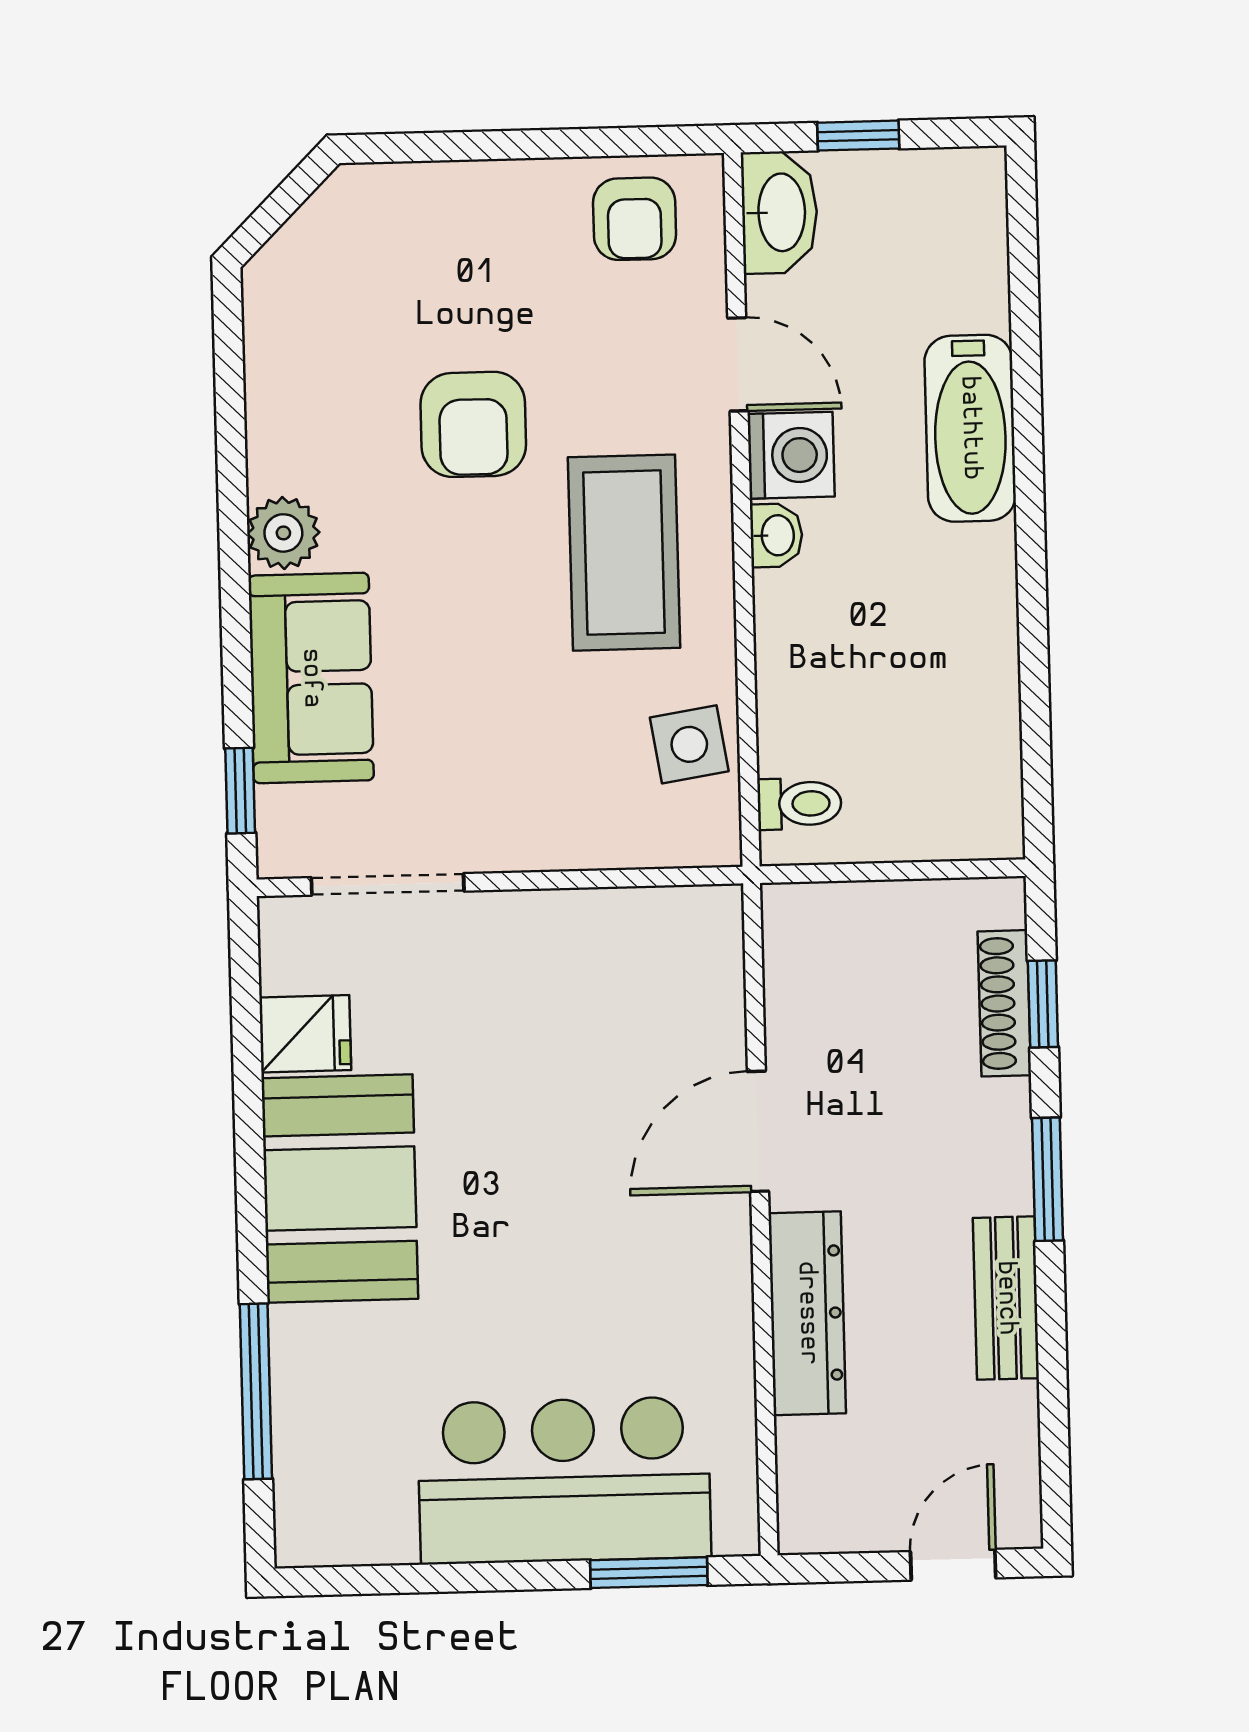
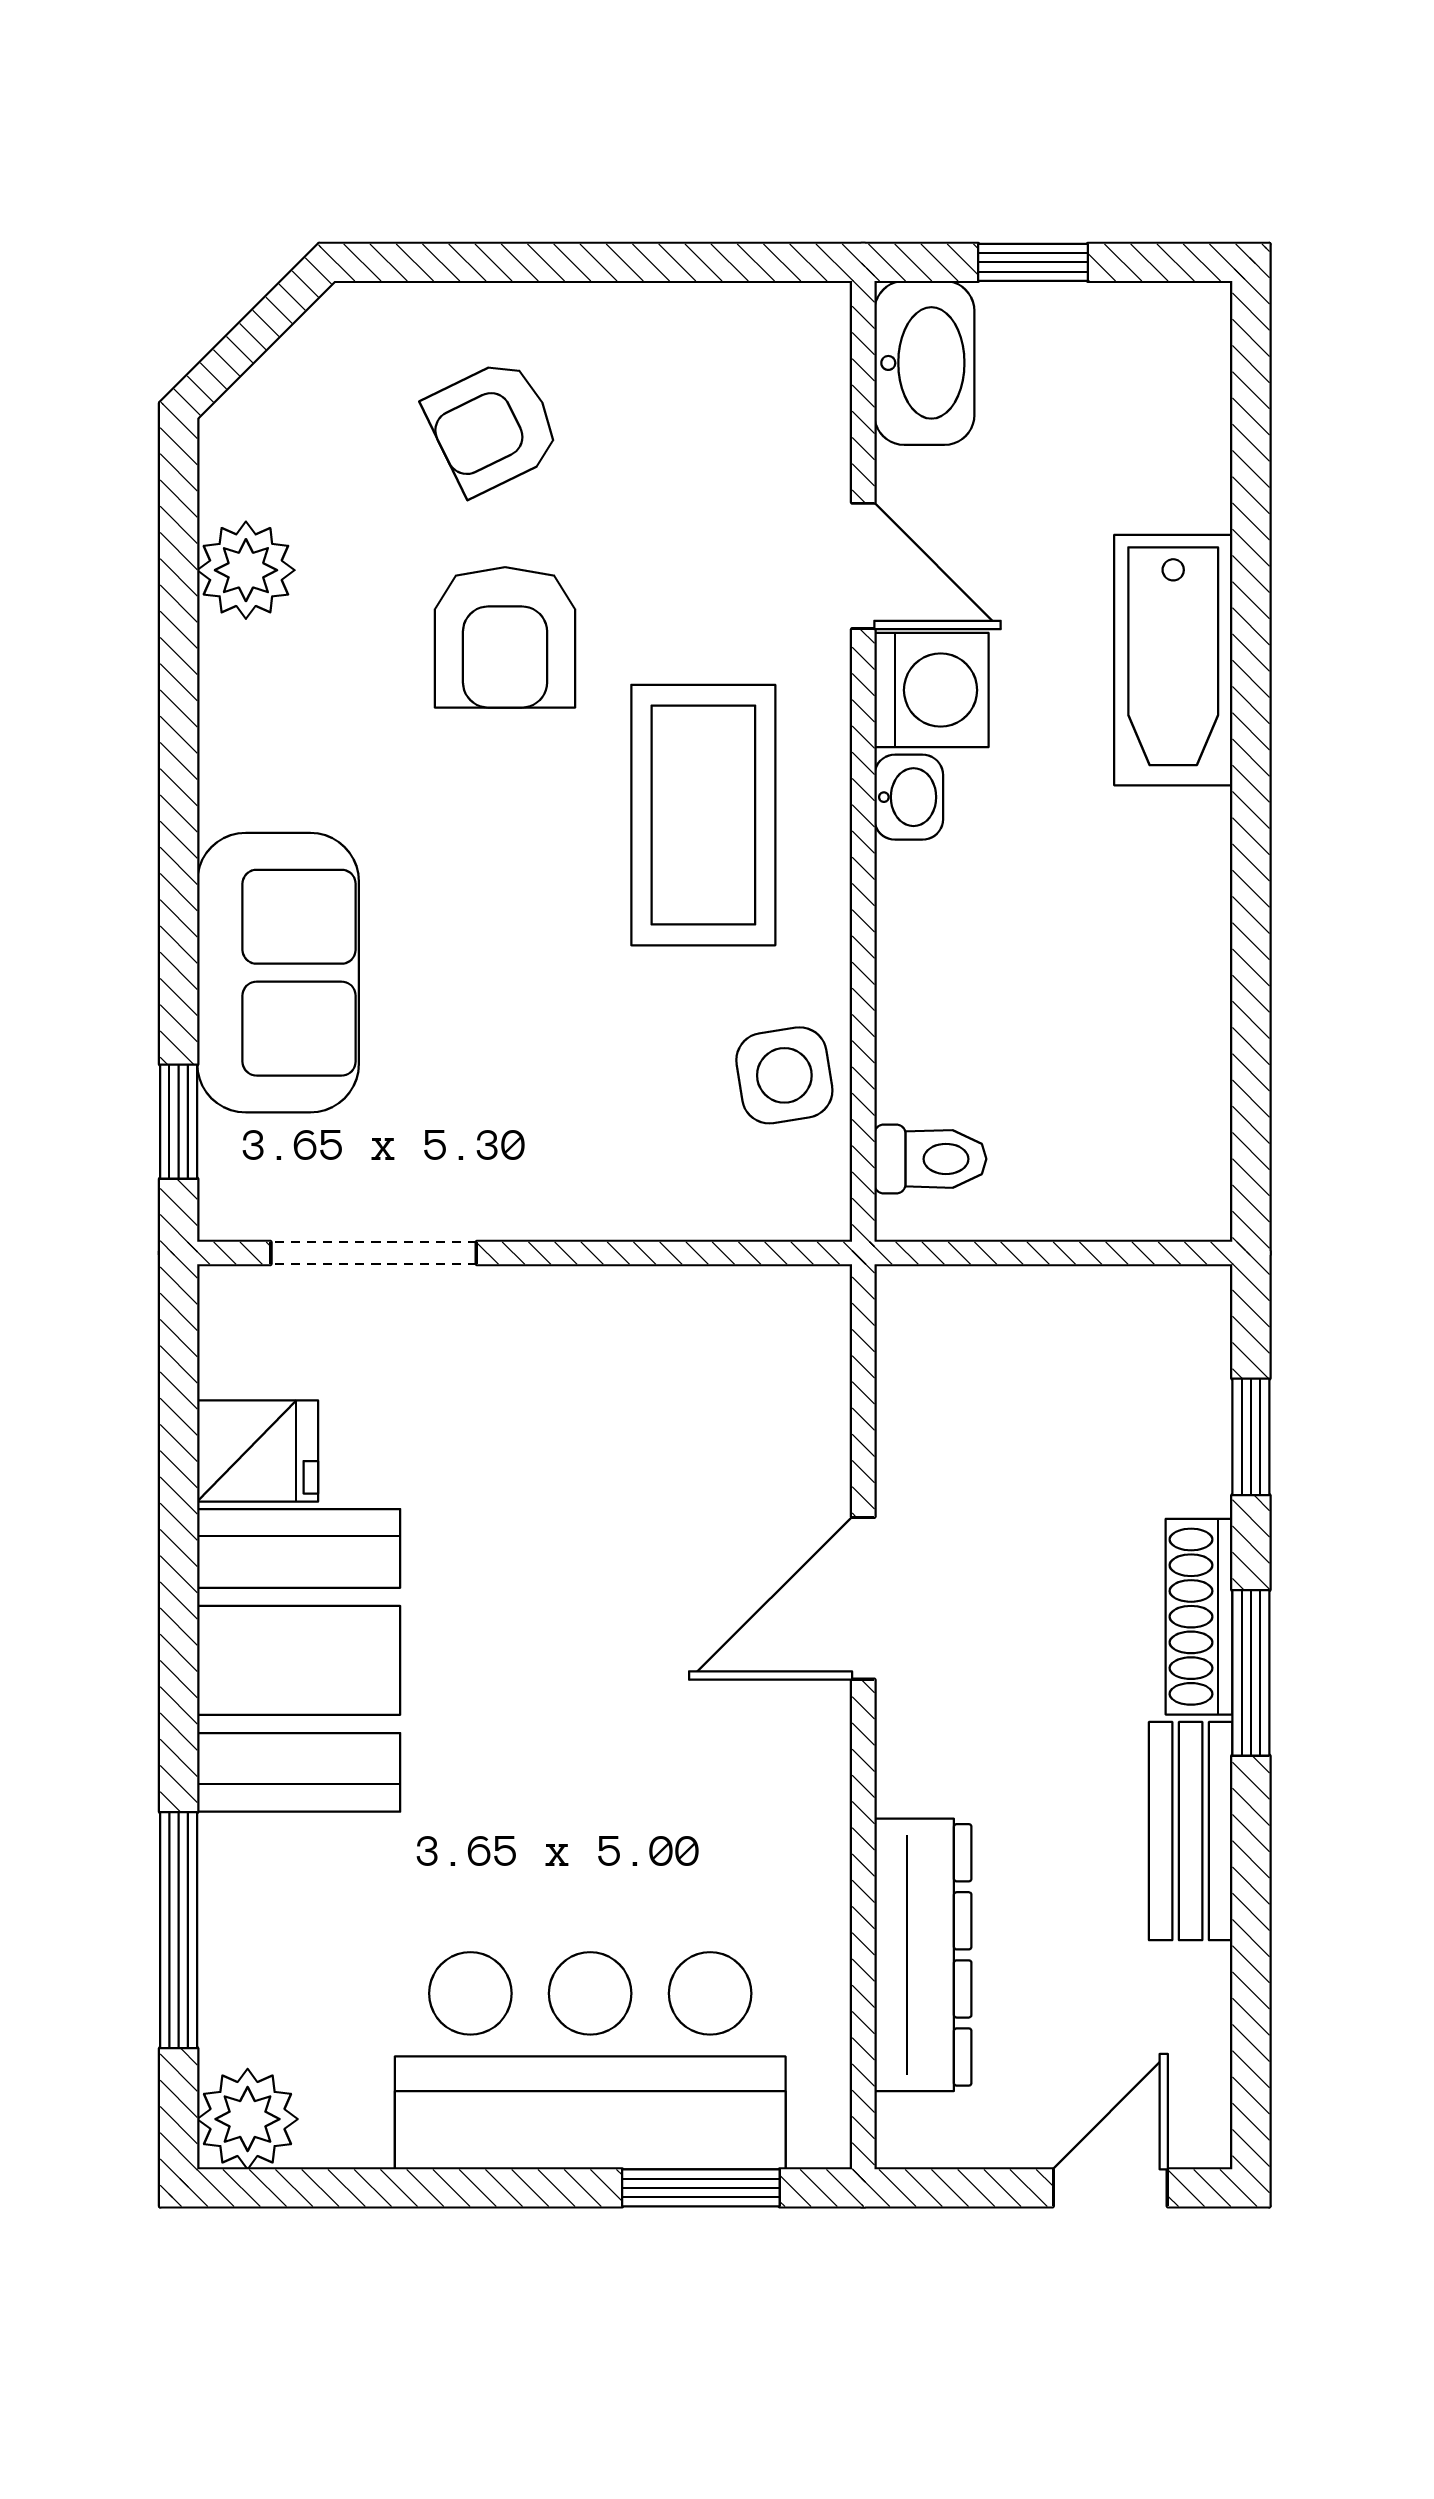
armchair: (635, 219) -> (493, 427), moved, turned 64
plant: (283, 533) -> (246, 570), moved
shoe rack: (1004, 1003) -> (1199, 1617), moved
dresser: (807, 1313) -> (923, 1955), moved
plant: (311, 1530) -> (248, 2119), added

